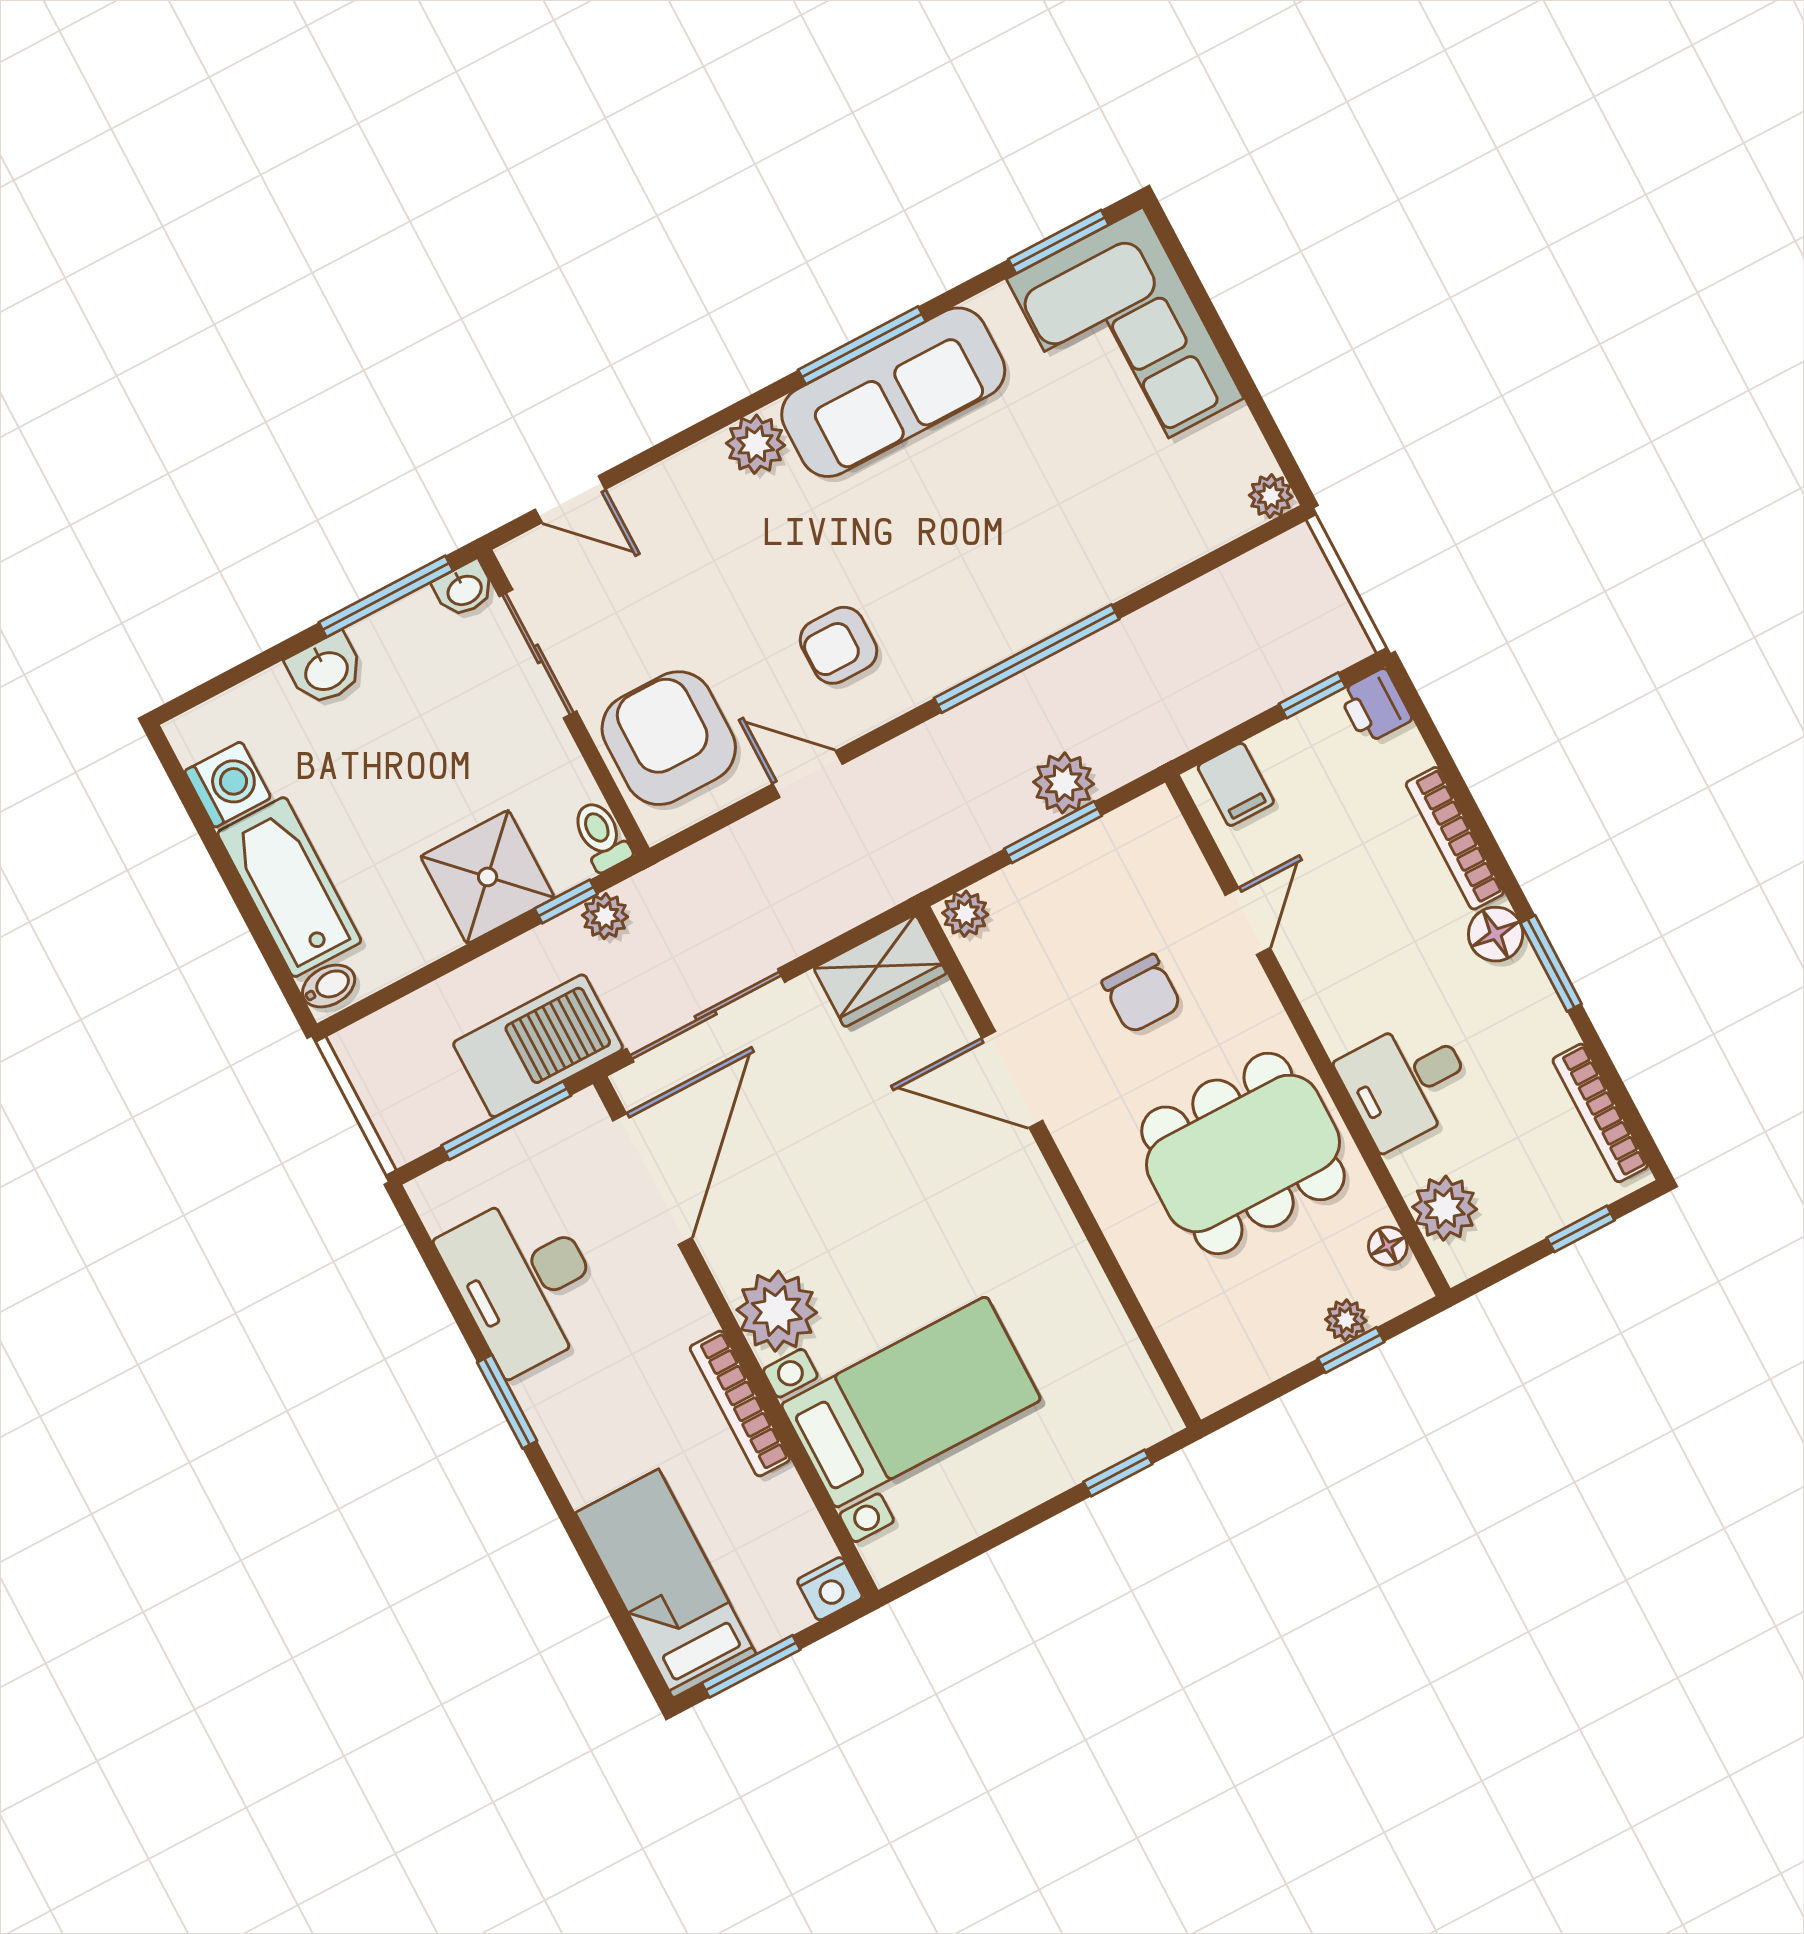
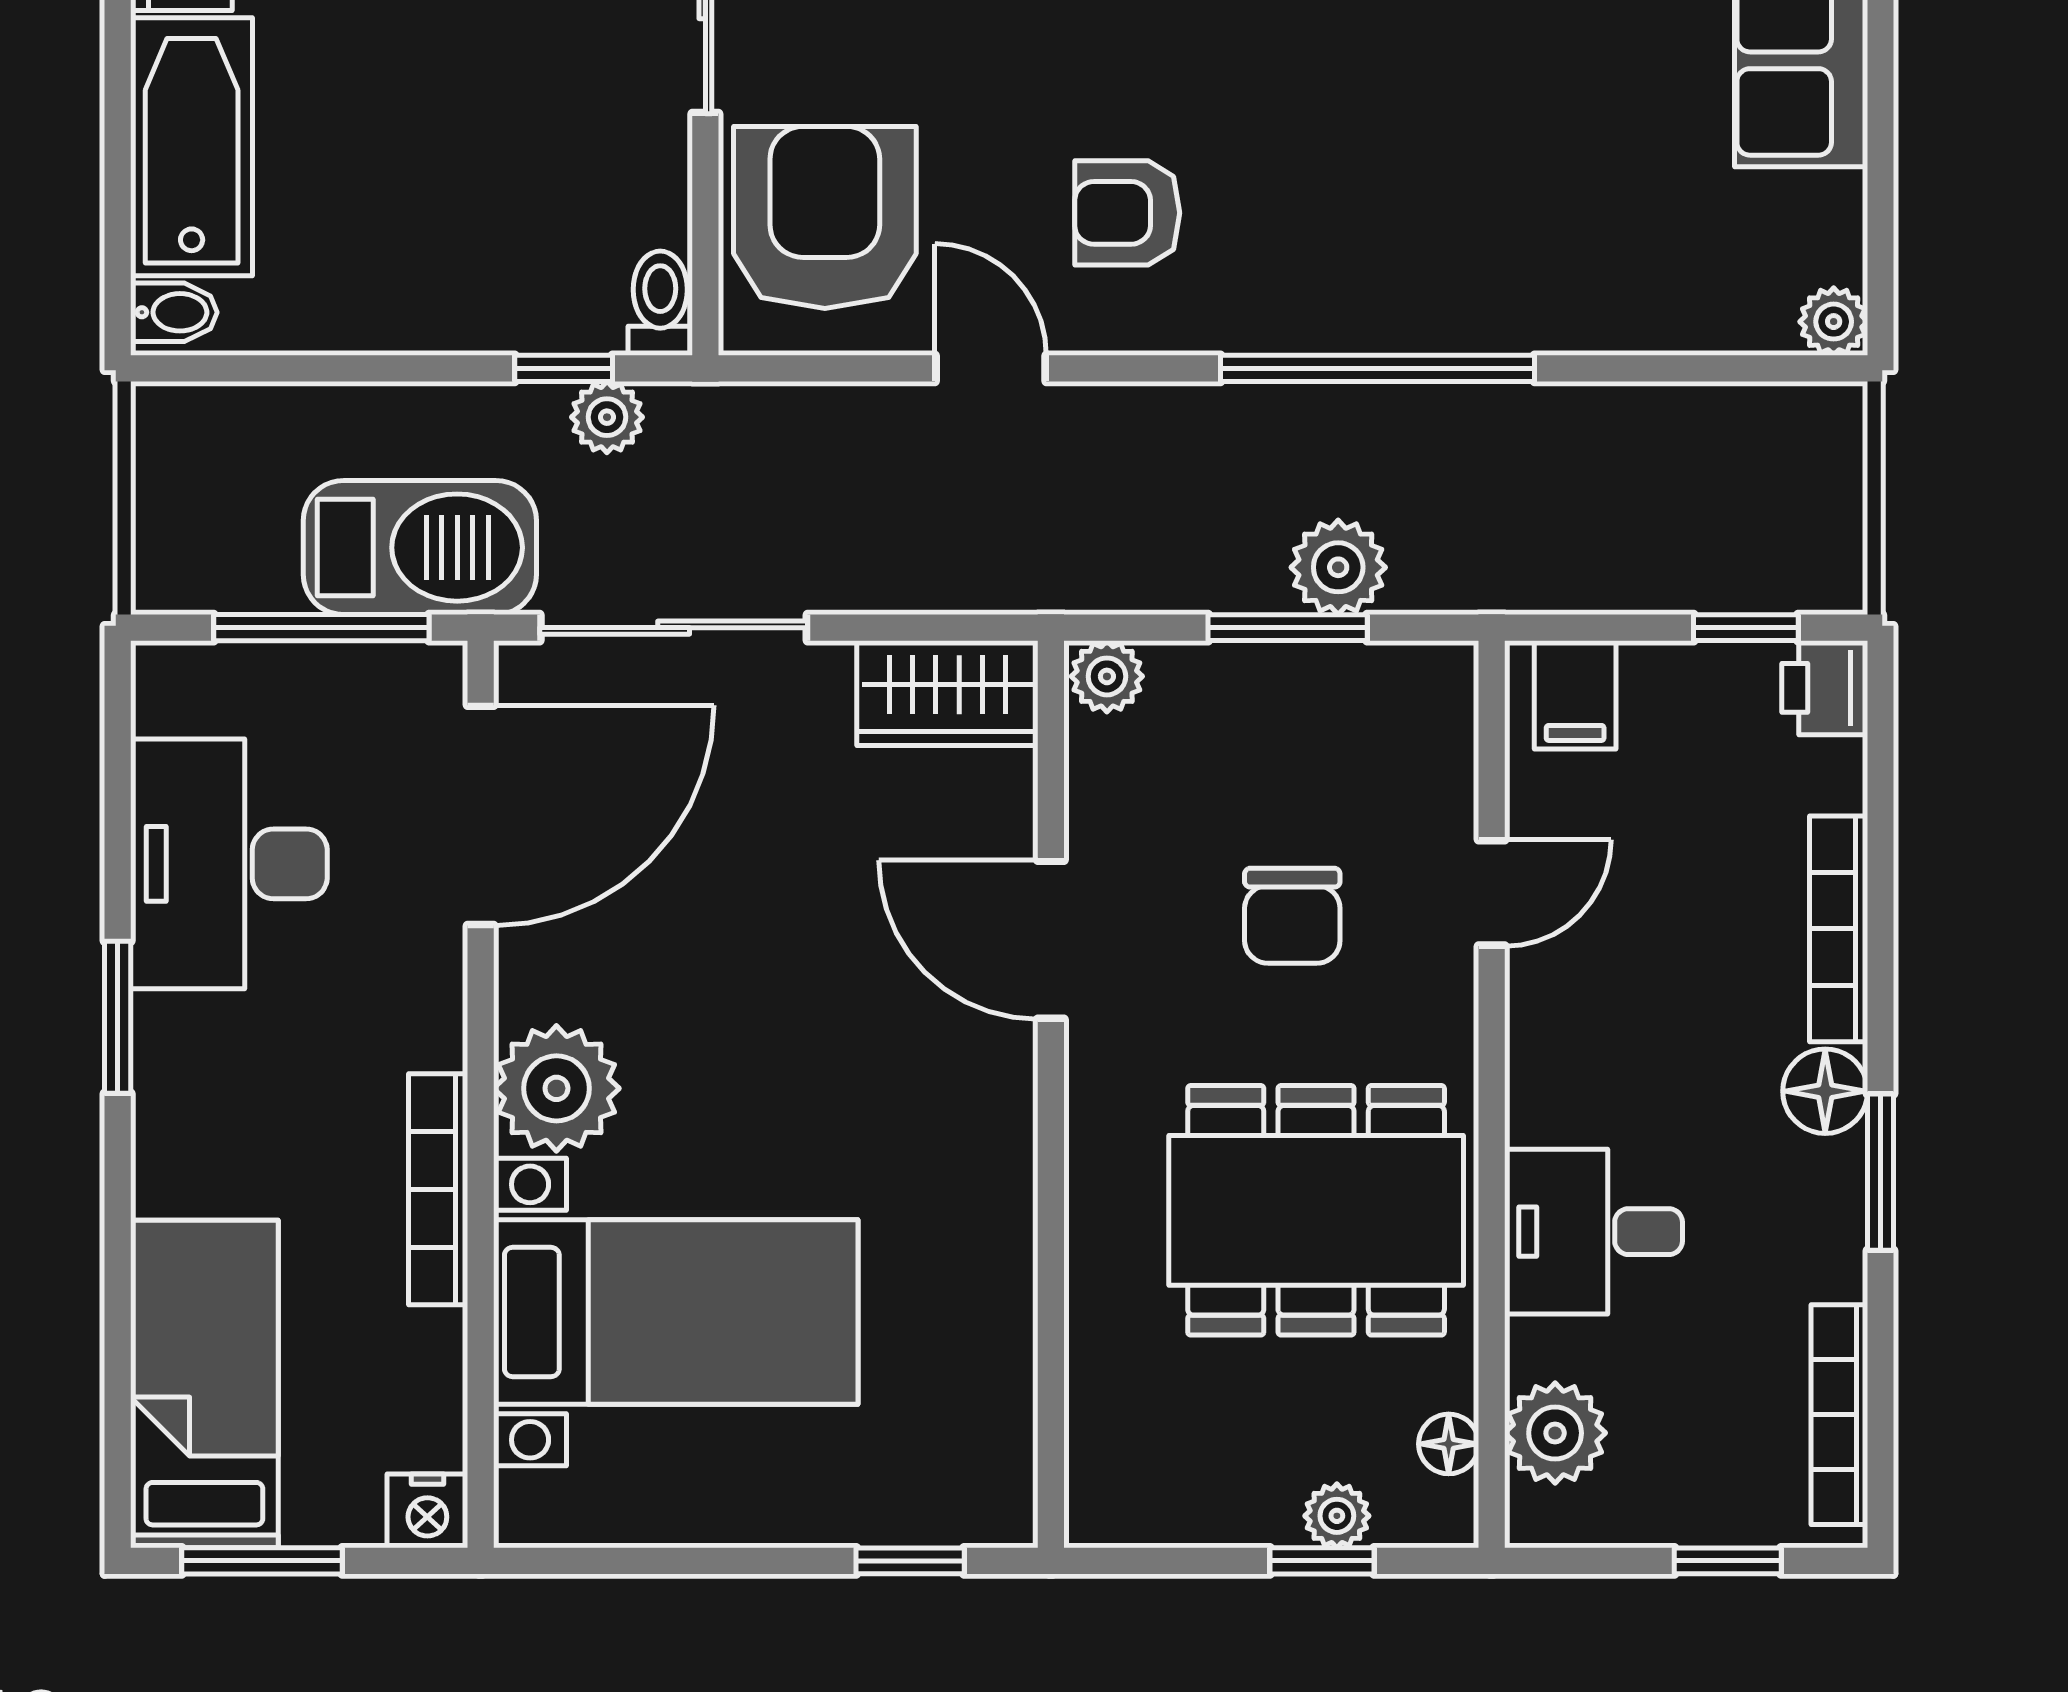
shower: (488, 877) -> (473, 277), removed

